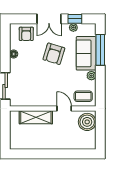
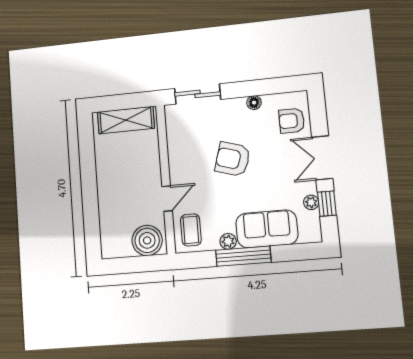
window: (100, 50) -> (243, 256), moved
armchair: (54, 54) -> (233, 159), moved
shelving: (36, 117) -> (126, 120), moved, turned 90

